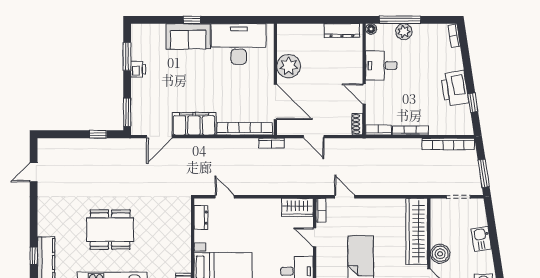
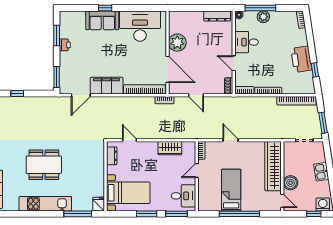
window: (98, 134) -> (17, 93), moved
door: (345, 197) -> (230, 140), moved
wardrobe: (297, 207) -> (170, 148), moved
door: (315, 237) -> (197, 171), hinge flipped

